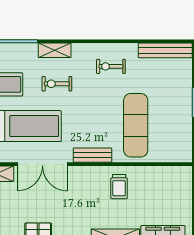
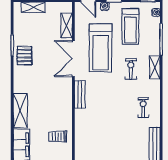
exercise mat: (136, 125) -> (101, 125), removed
trolley: (119, 187) -> (58, 137), moved

